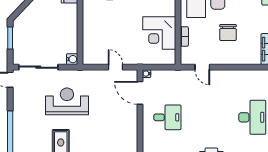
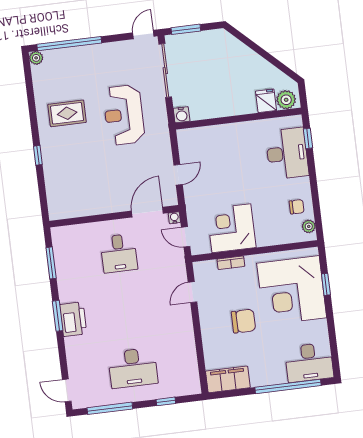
chair: (228, 33) -> (243, 321), turned 180
window: (10, 38) -> (186, 29), moved
door: (161, 67) -> (186, 237), added
reception desk: (67, 101) -> (124, 115), turned 180

